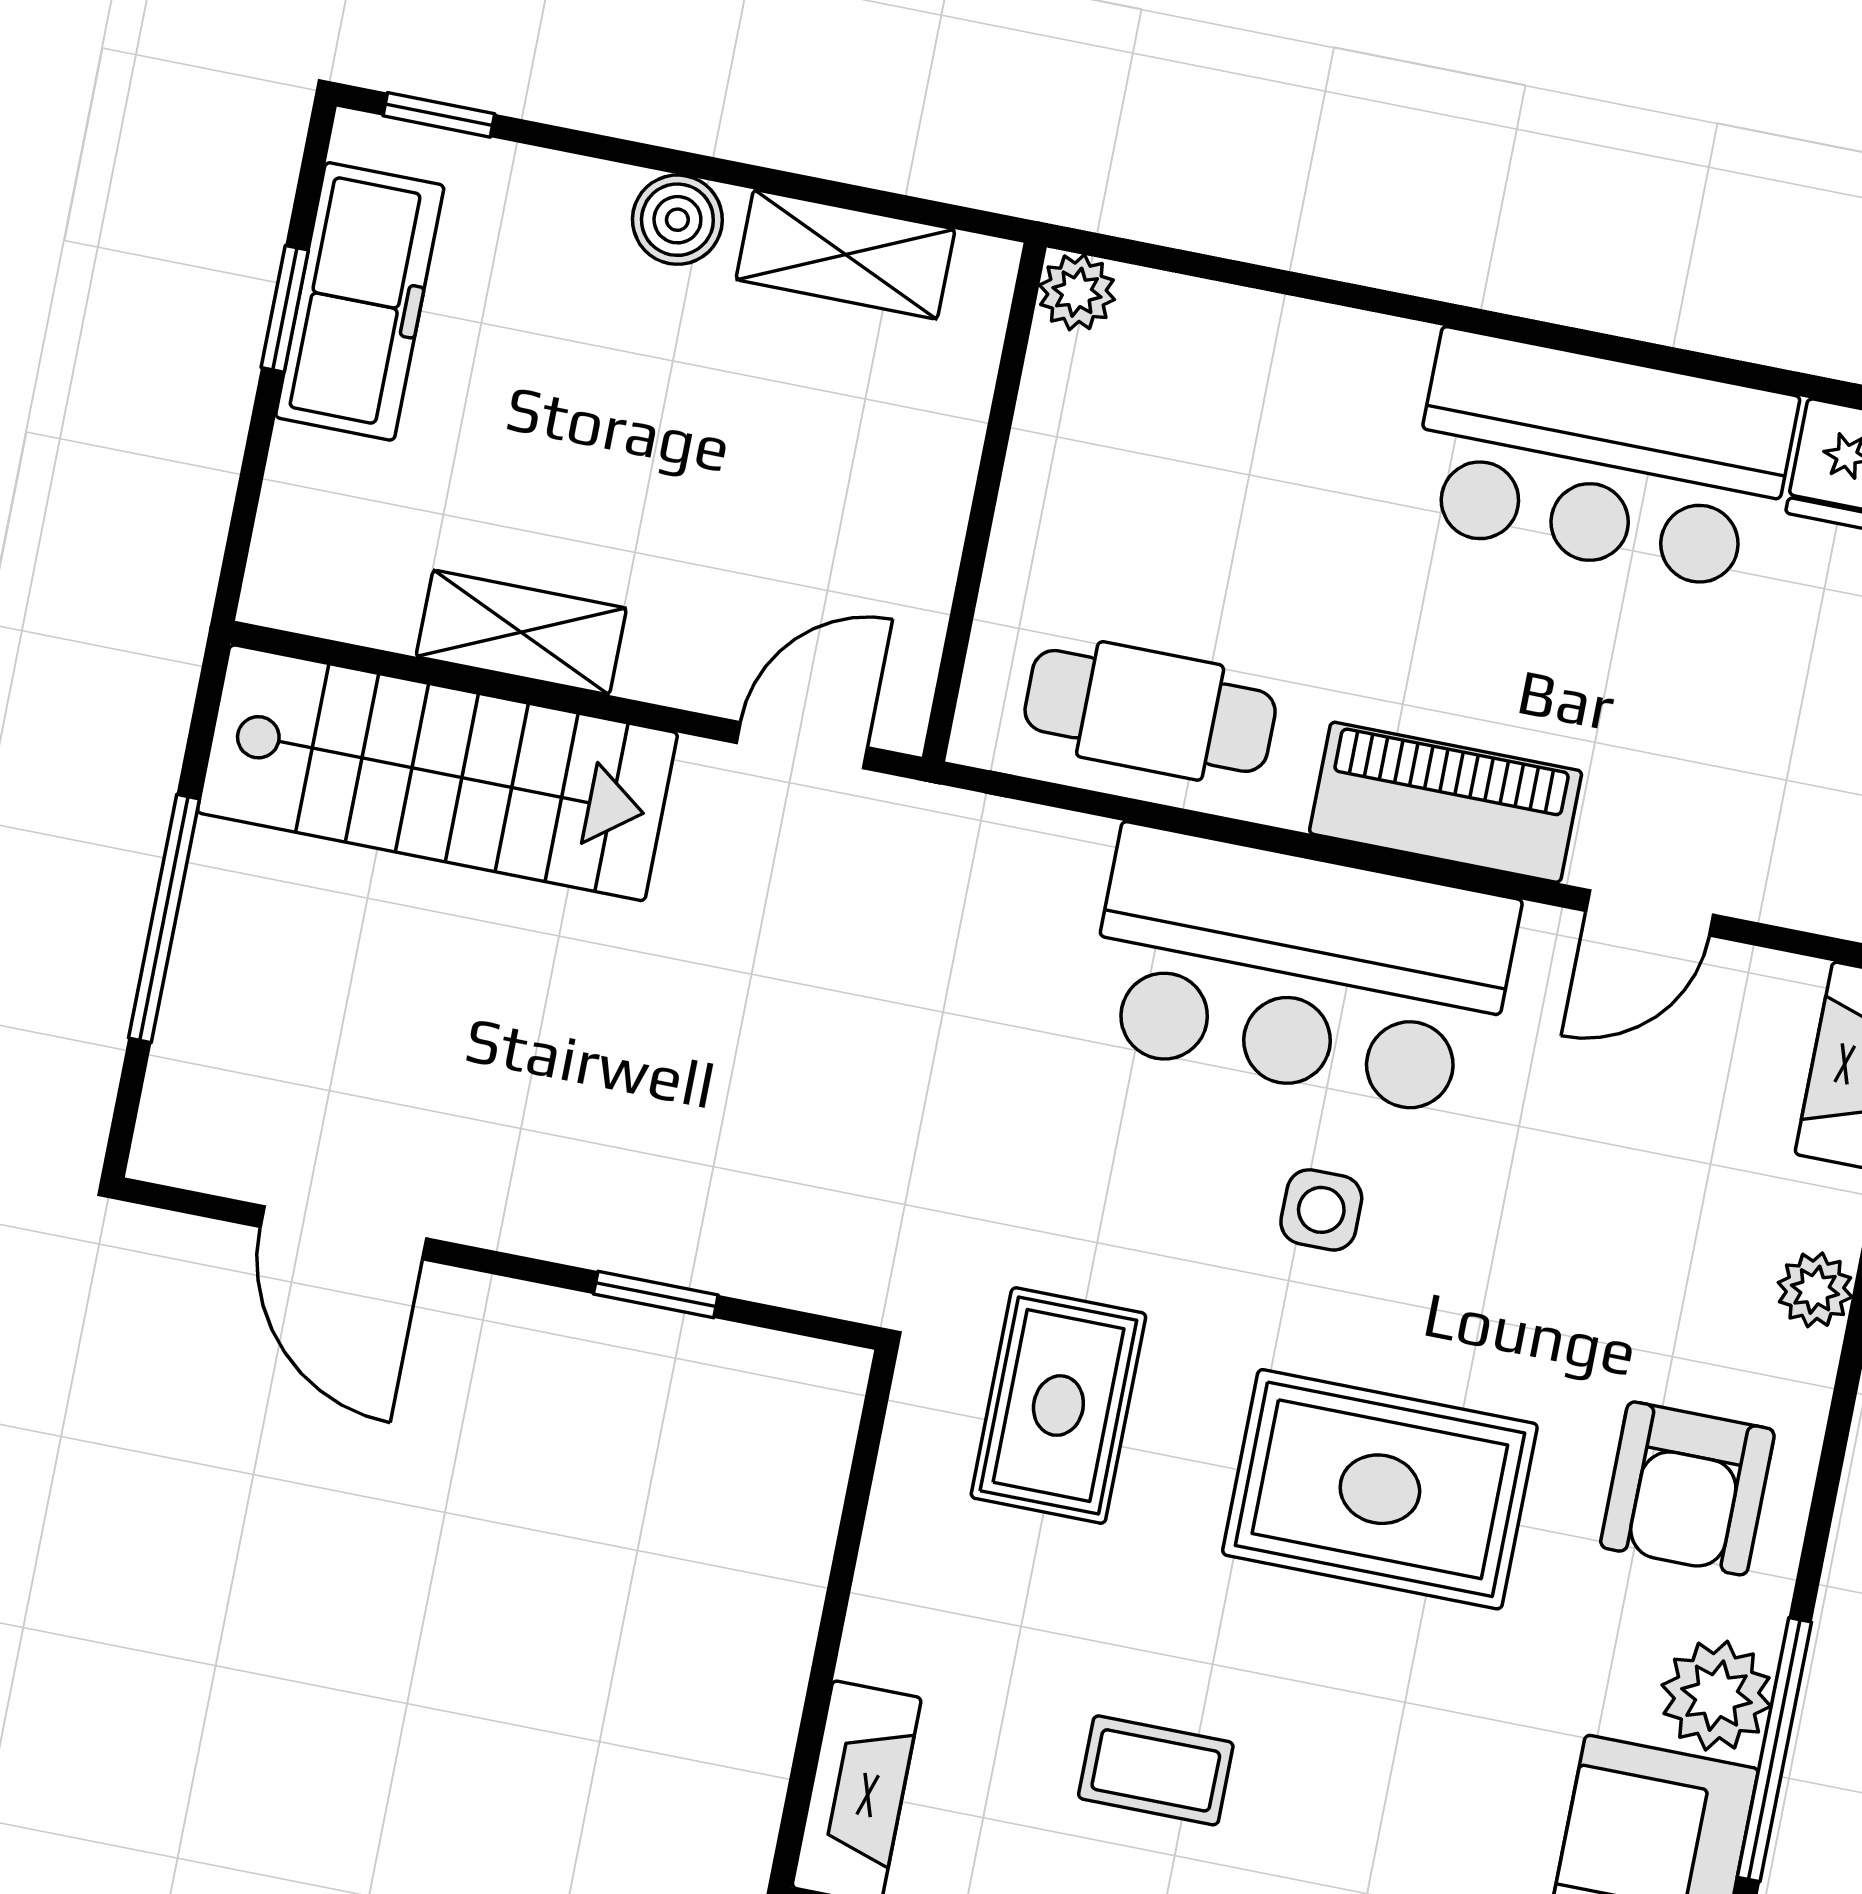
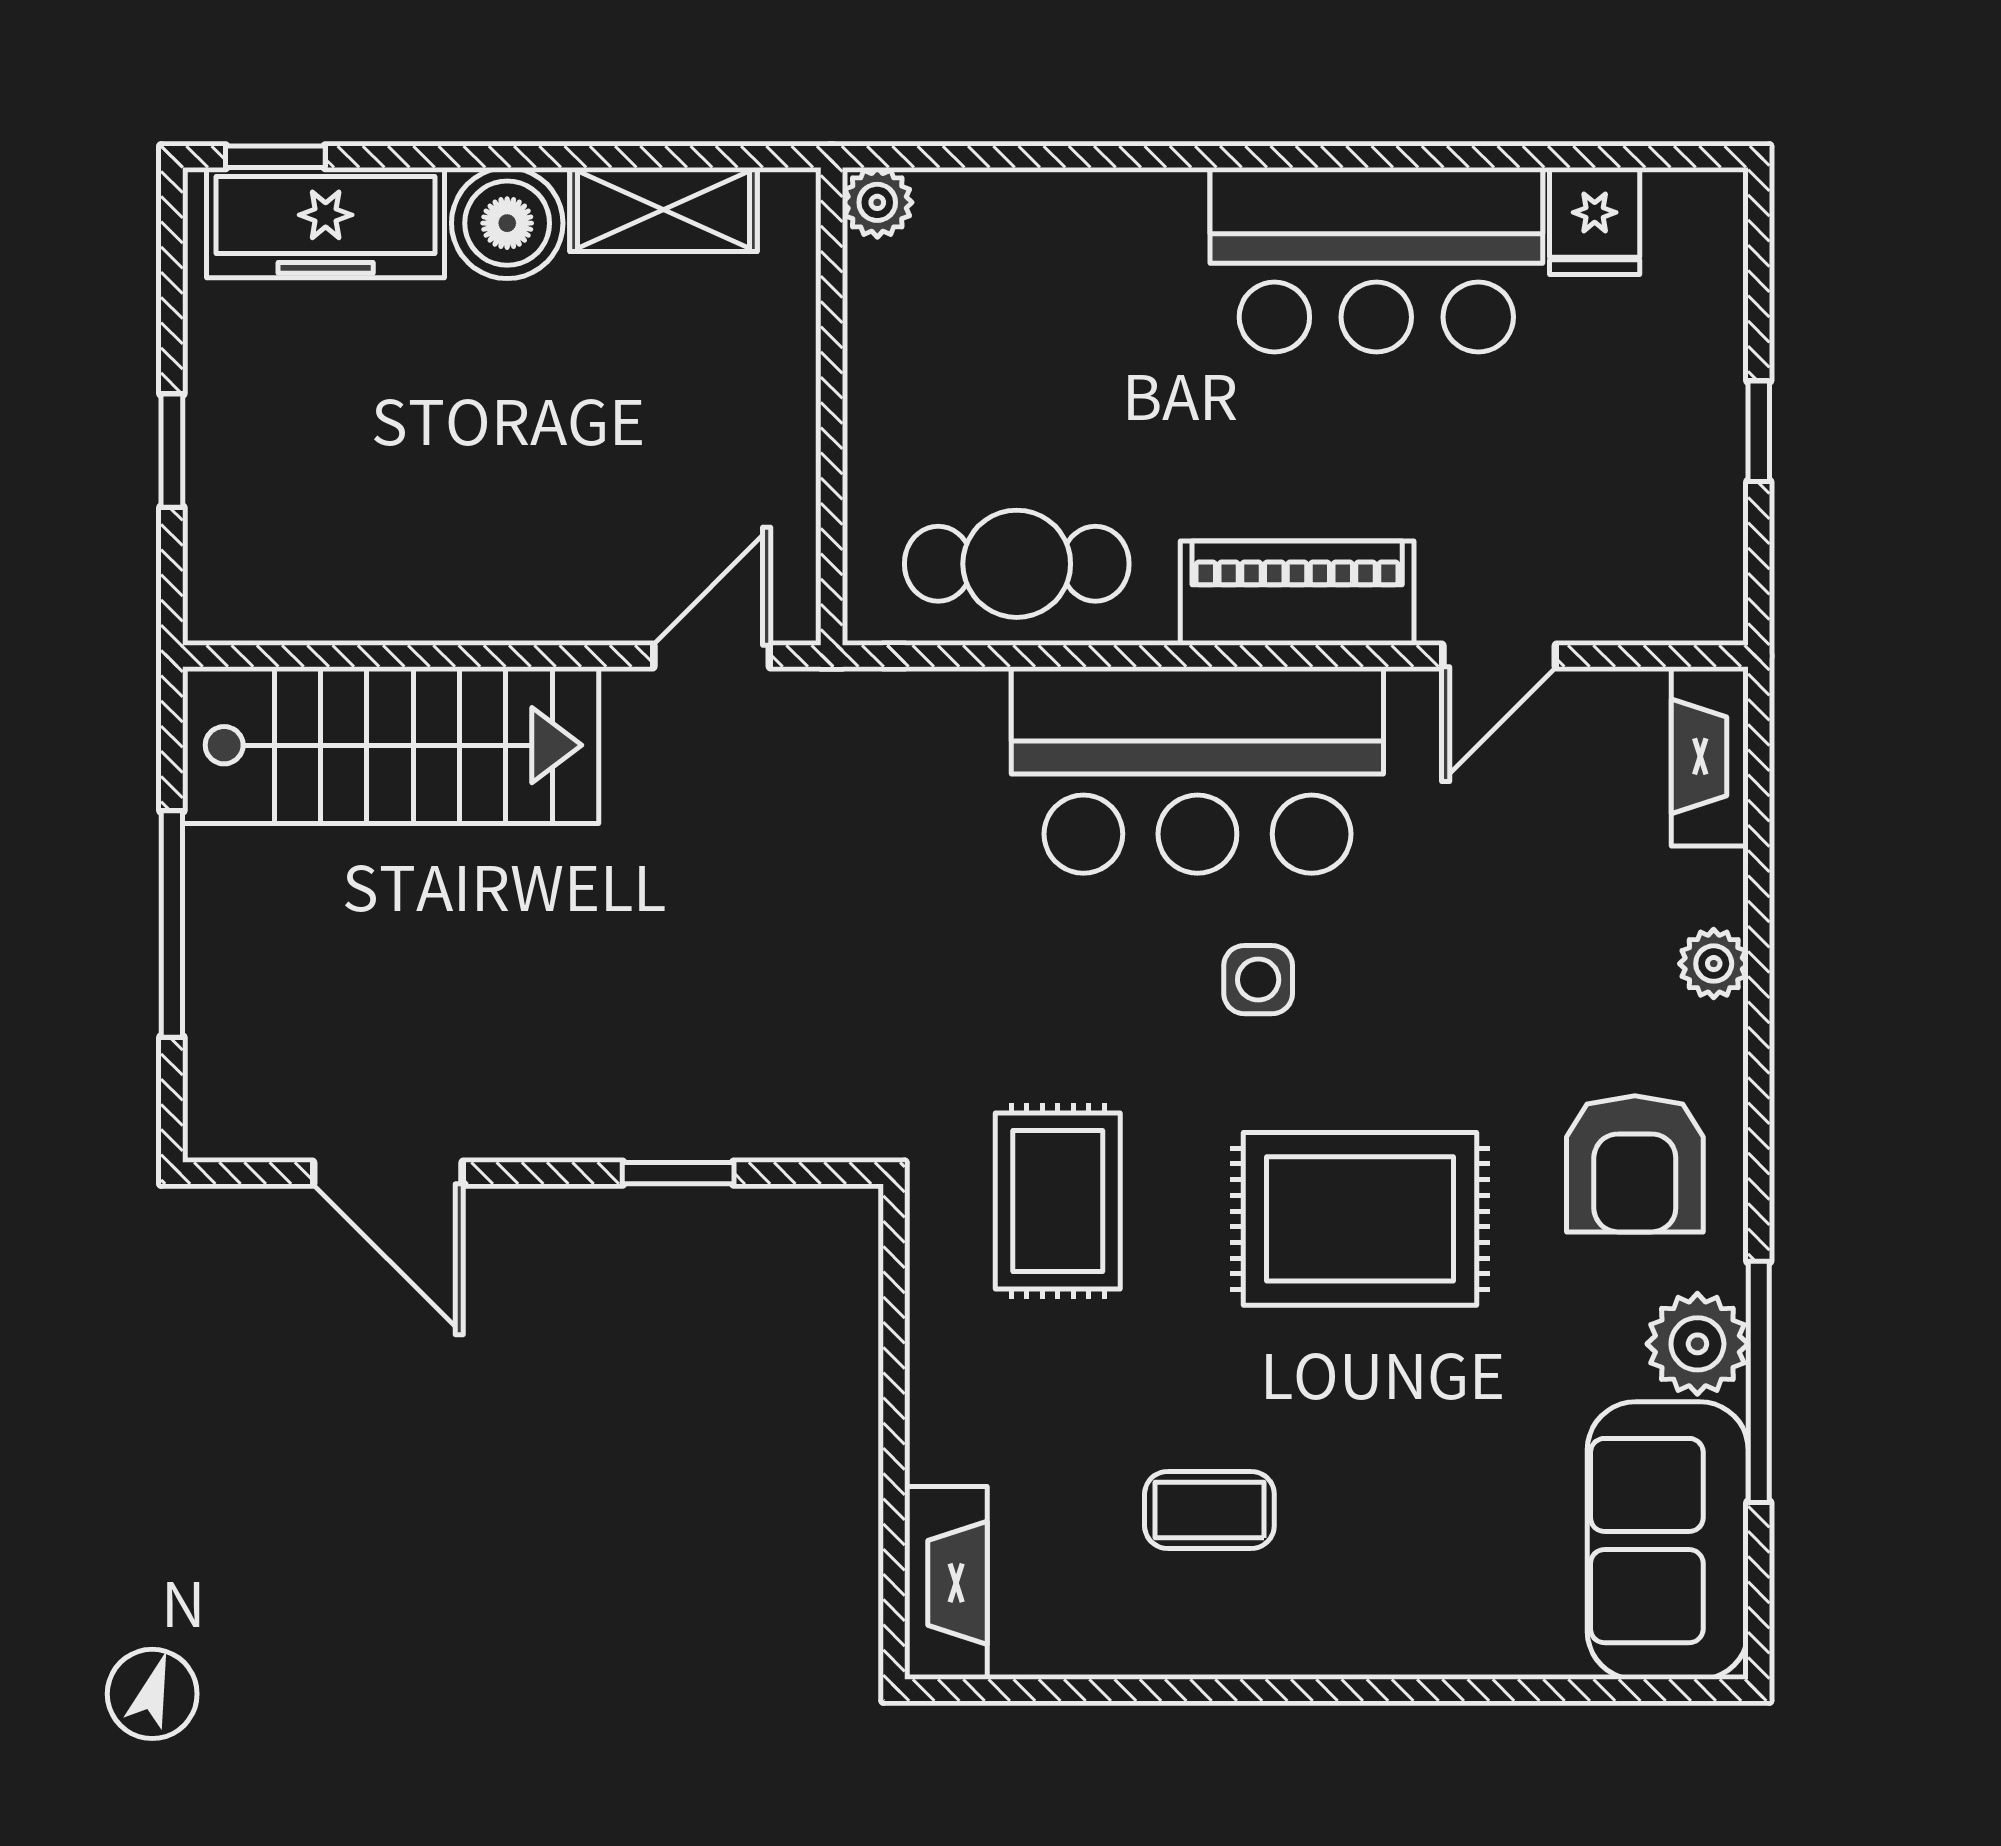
boiler: (677, 220) -> (507, 223), width x1.36, depth x1.36
freezer: (360, 301) -> (326, 223), moved, turned 90
window: (285, 309) -> (172, 451), moved
shelving: (521, 632) -> (441, 605), removed

